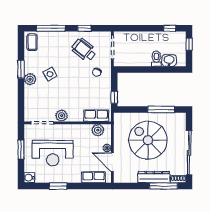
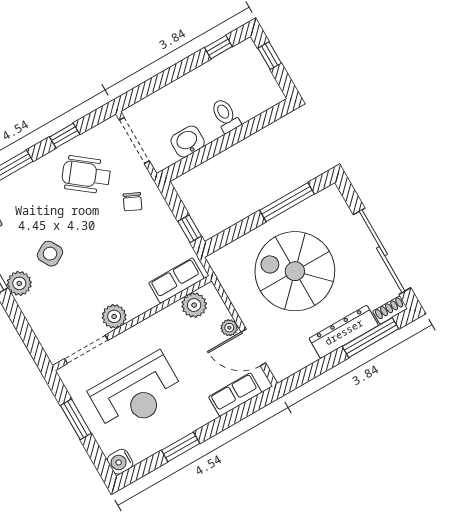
washbasin: (169, 60) -> (188, 142), moved

